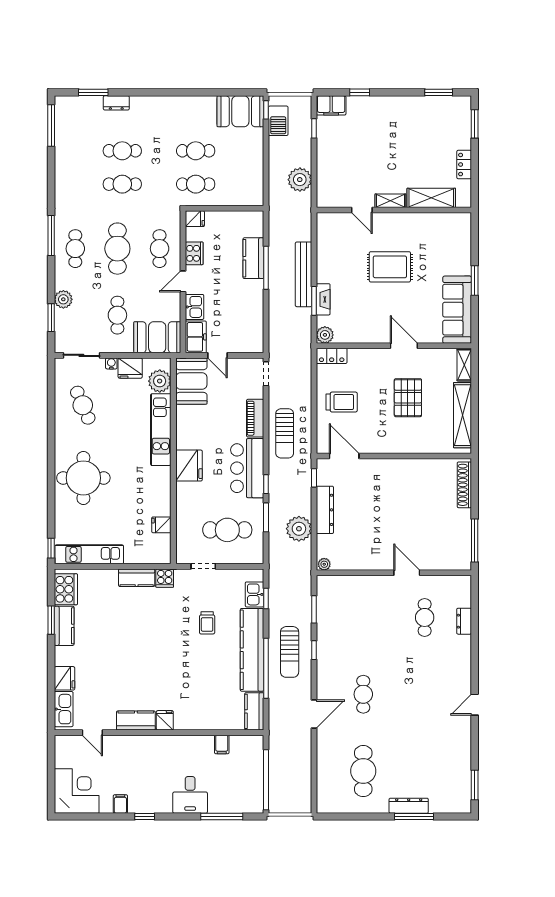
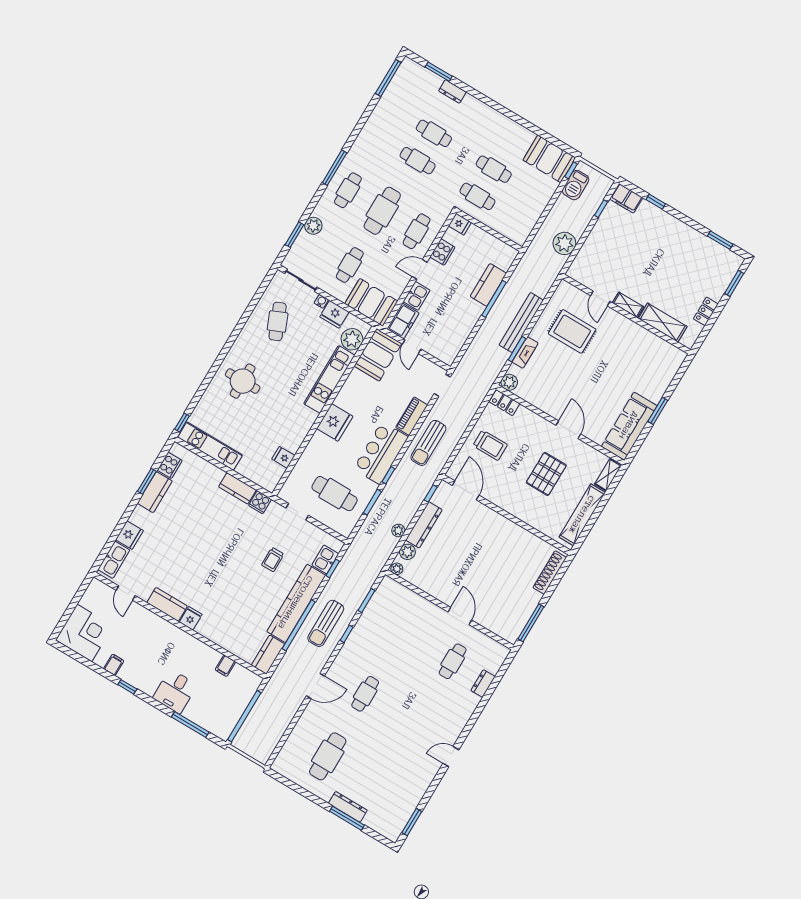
rug: (390, 267) -> (572, 331), moved
round table: (83, 478) -> (243, 381), width x0.73, depth x0.73
plant: (299, 529) -> (398, 530), width x0.53, depth x0.53
plant: (325, 543) -> (407, 552), added
cooker: (66, 589) -> (170, 465), width x0.73, depth x0.76

